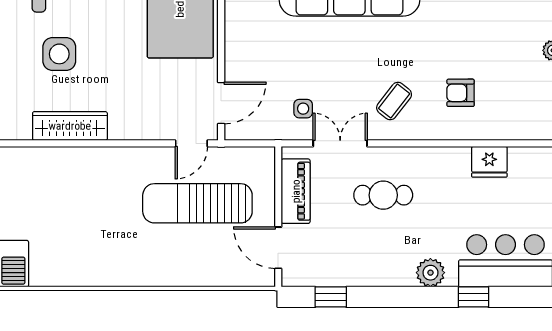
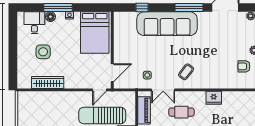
armchair: (461, 93) -> (244, 66), moved
double door: (340, 143) -> (163, 90), swing flipped
fridge: (489, 162) -> (214, 98), moved

